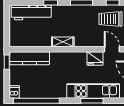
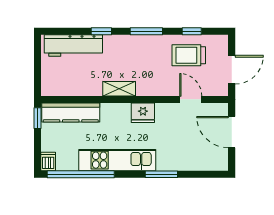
fridge: (95, 58) -> (143, 113), moved
kitchen unit: (93, 91) -> (117, 160), moved

